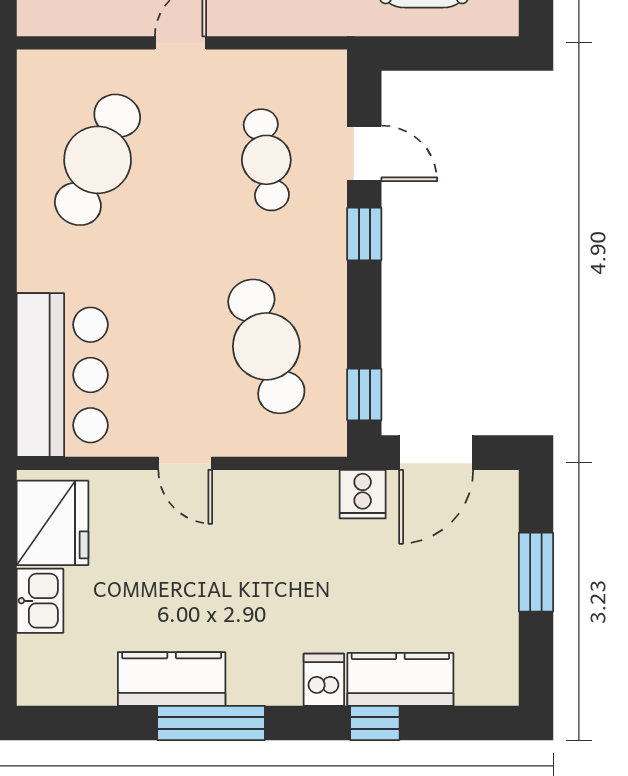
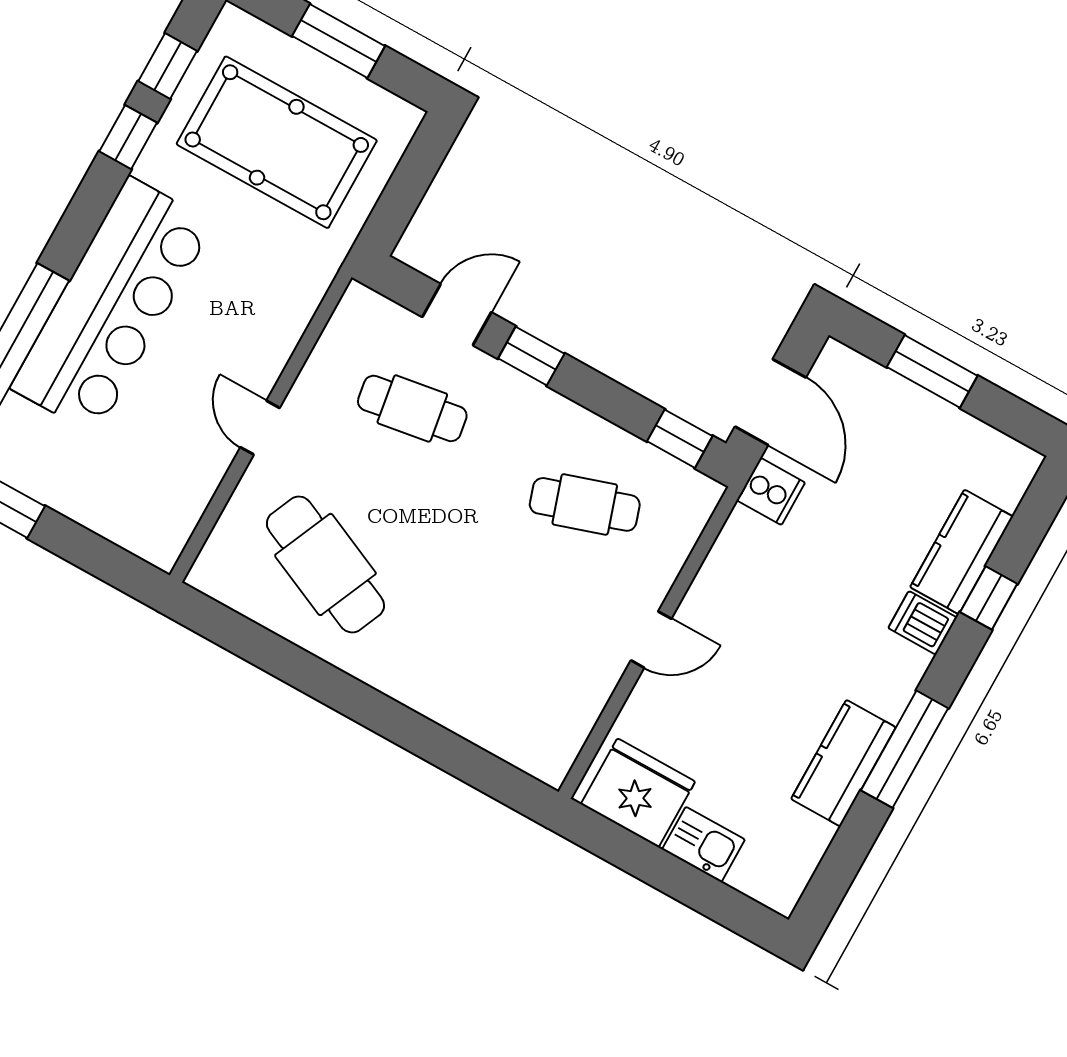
cafe table: (266, 346) -> (585, 504), width x0.73, depth x0.74
bar counter: (62, 375) -> (506, 708), removed

